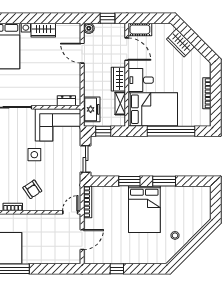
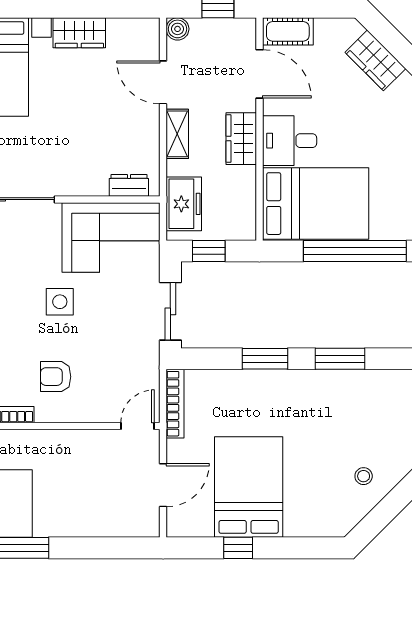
shelving: (120, 103) -> (177, 134), moved
armchair: (32, 189) -> (56, 377), turned 124
bed: (144, 209) -> (249, 487), moved, turned 180

